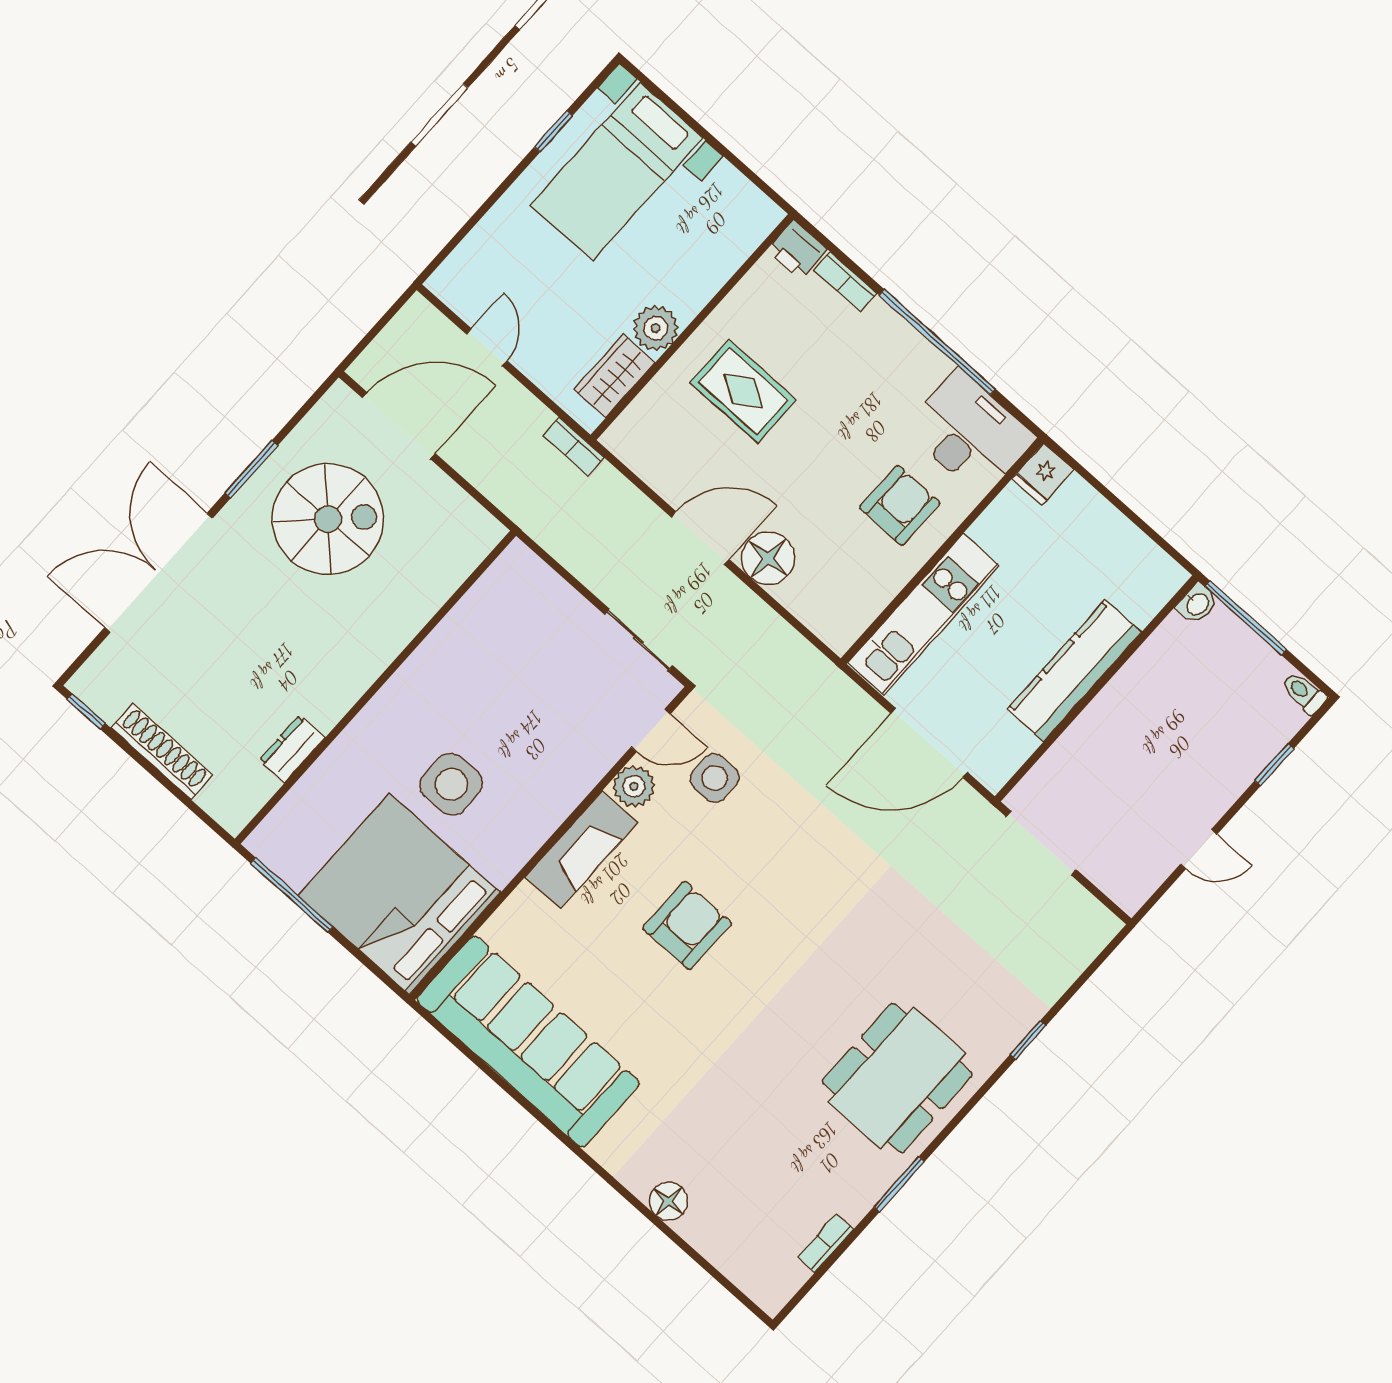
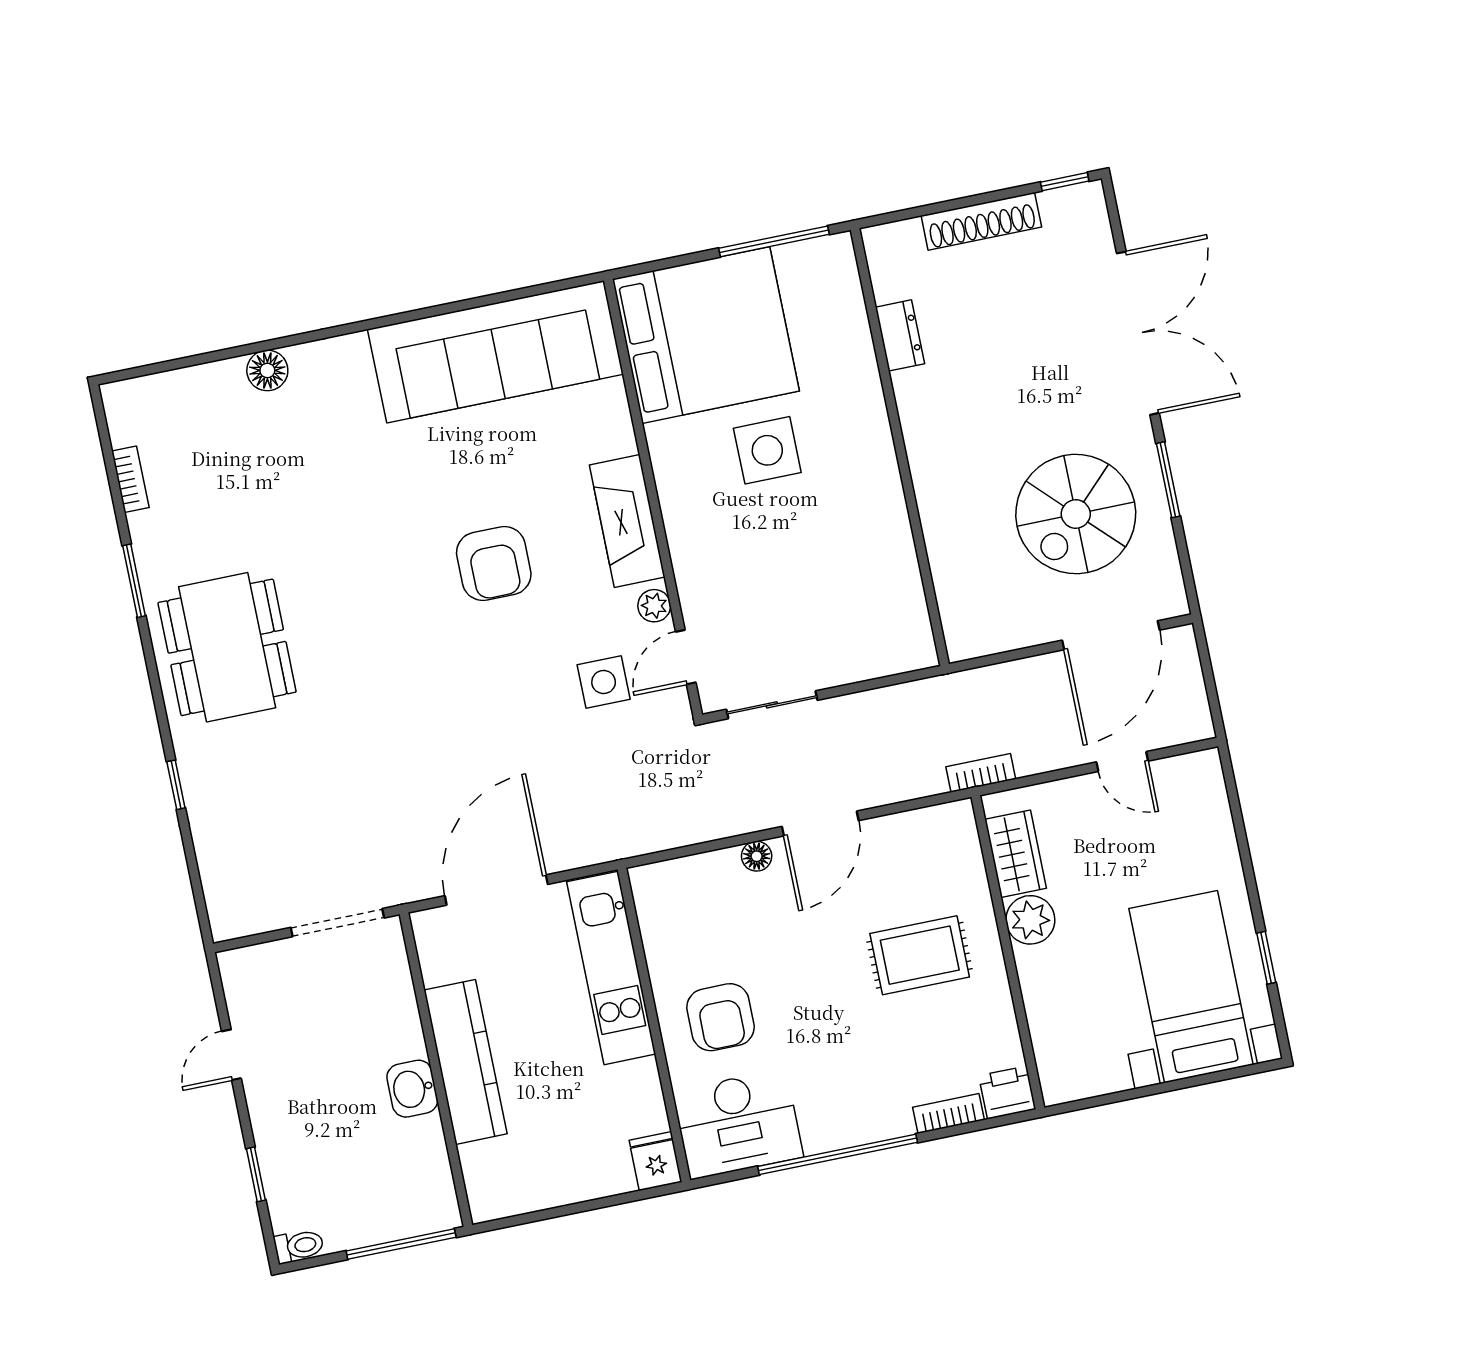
floor lamp: (768, 558) -> (757, 856), width x0.53, depth x0.53
washbasin: (1197, 604) -> (412, 1089), moved, width x1.38, depth x1.45
plant: (634, 786) -> (654, 606), width x0.73, depth x0.73

